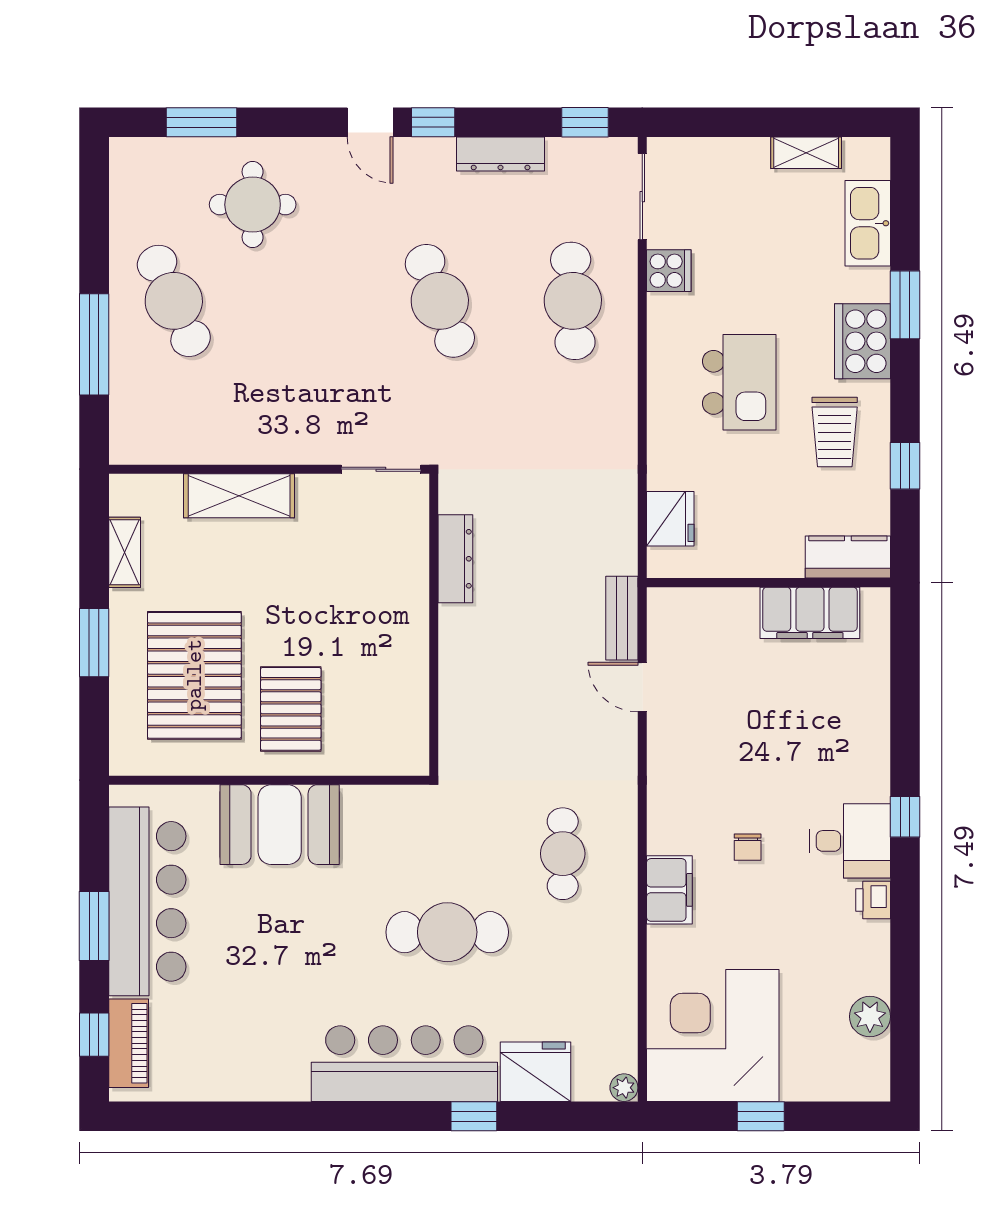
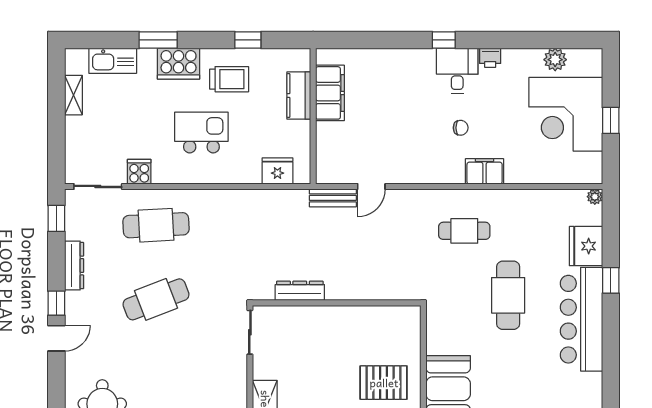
kitchen counter: (848, 557) -> (299, 95), moved
corner desk: (713, 1035) -> (566, 114), moved

